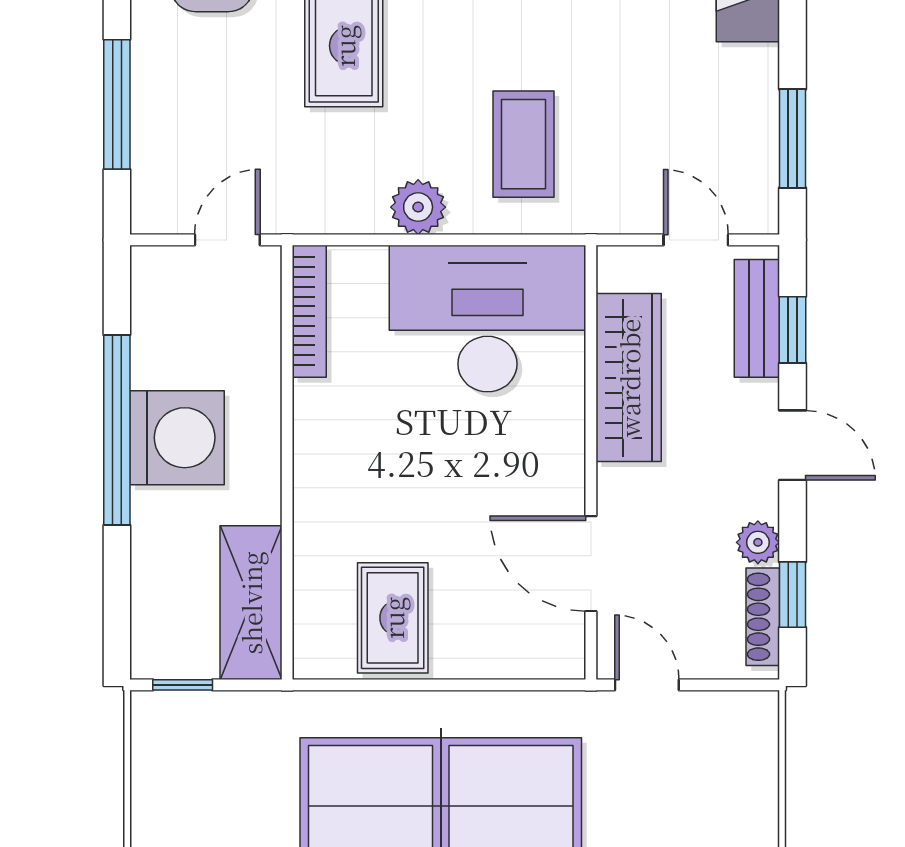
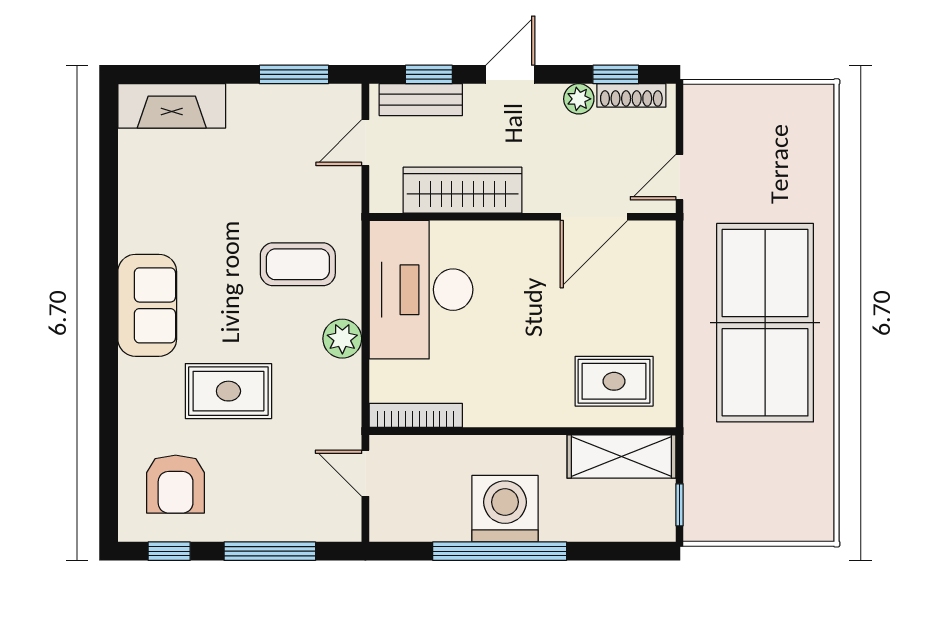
rug: (393, 618) -> (614, 381), moved

